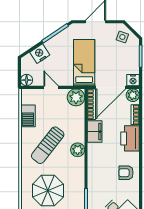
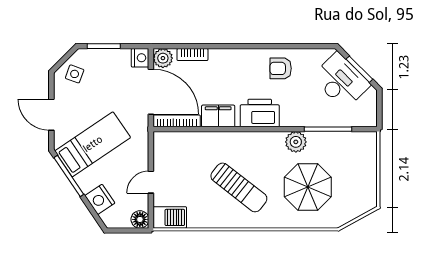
bed: (84, 63) -> (93, 144), moved, turned 146
plant: (76, 97) -> (166, 144), removed
barbecue: (28, 116) -> (170, 217), moved
printer: (130, 138) -> (260, 113), moved, turned 180
plant: (78, 150) -> (296, 142), moved
armchair: (126, 173) -> (281, 68), turned 90

